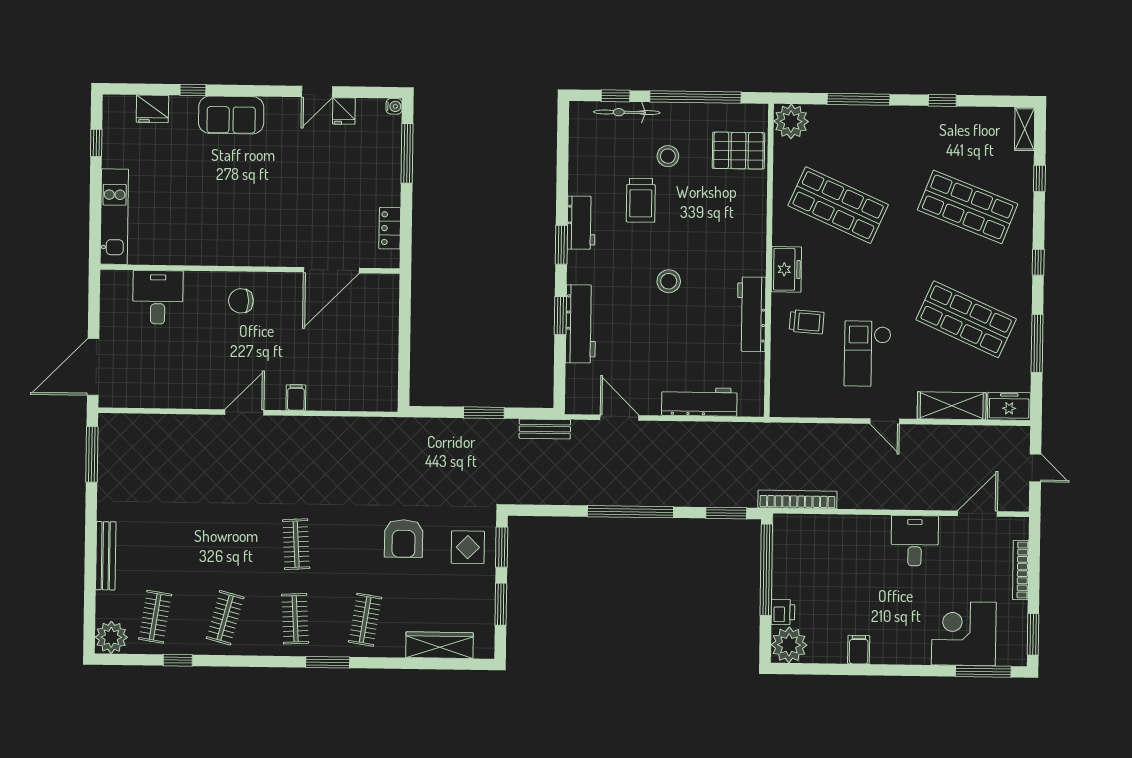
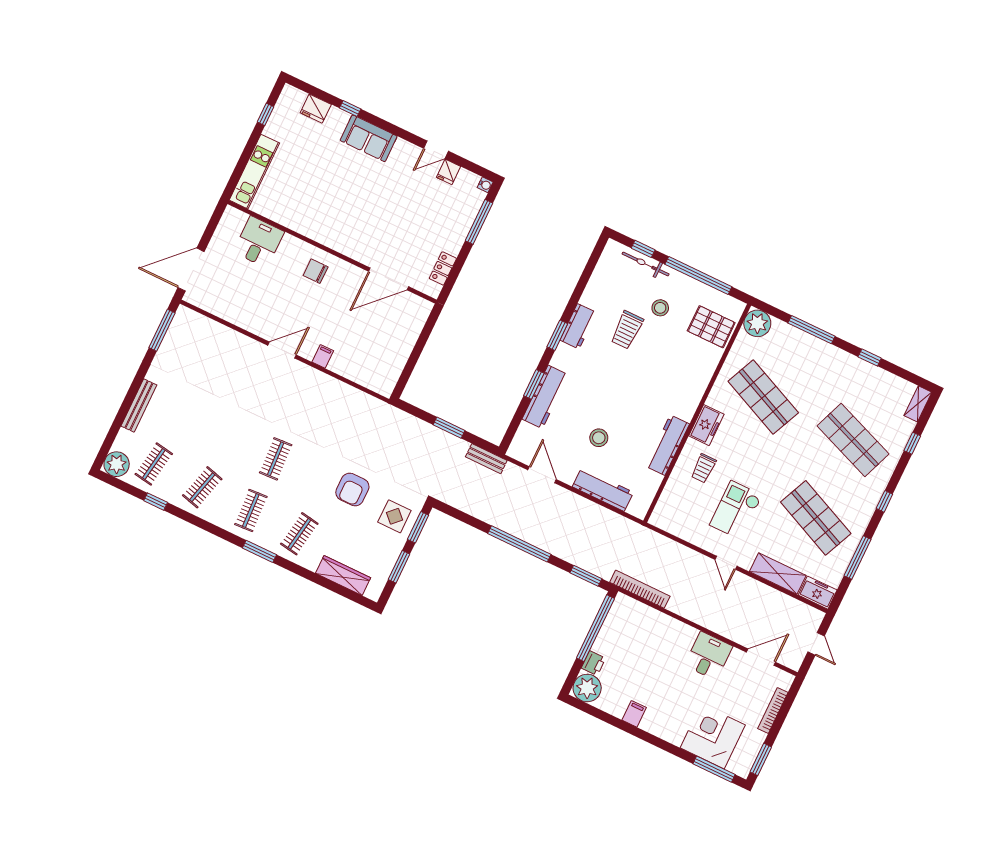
stool: (669, 281) -> (599, 438), moved
trolley: (807, 322) -> (704, 468), turned 86

